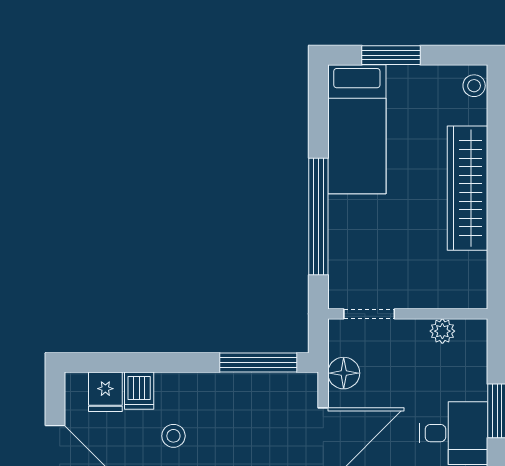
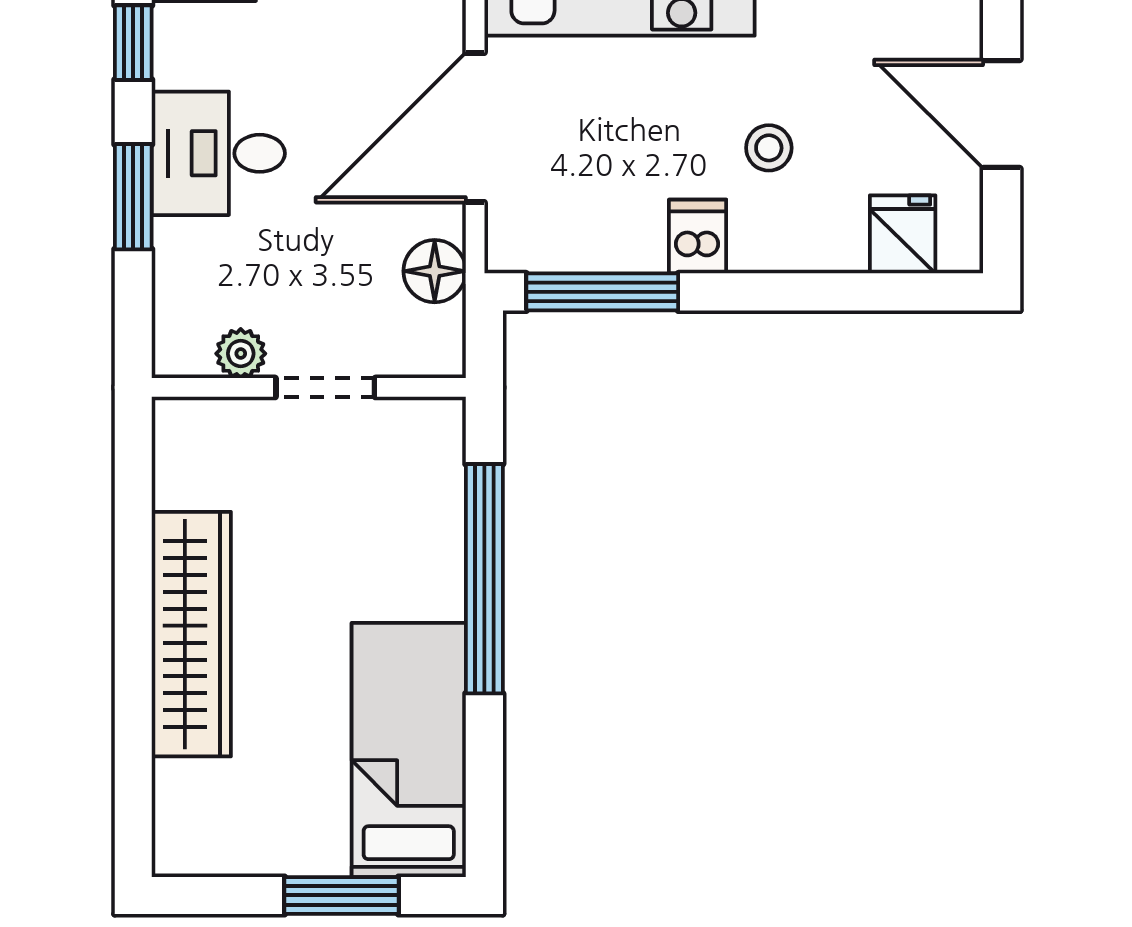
stool: (474, 86) -> (179, 835), removed
doorway: (369, 314) -> (325, 387), moved
dishwasher: (139, 391) -> (698, 237), moved

